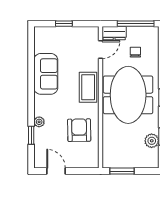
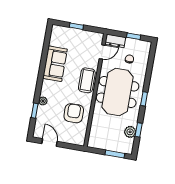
window: (136, 24) -> (134, 36), width x0.46
window: (122, 171) -> (115, 154), moved

